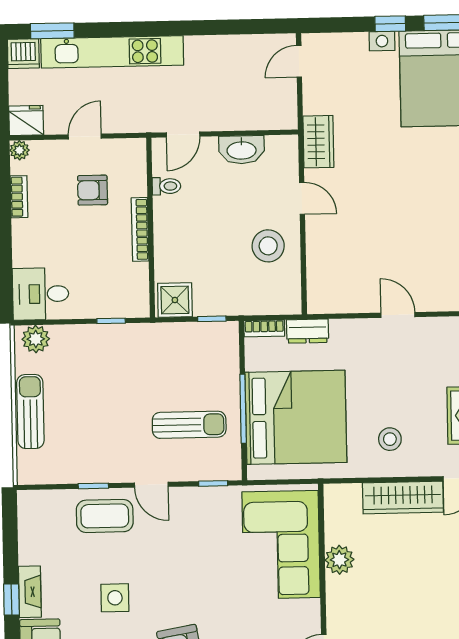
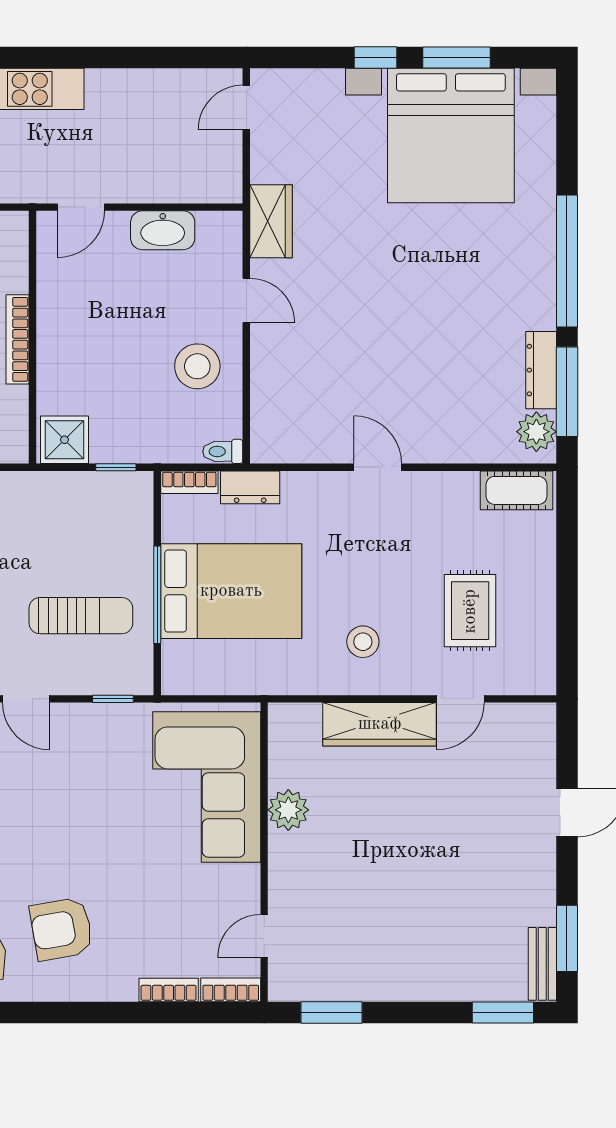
toilet: (166, 186) -> (223, 451), moved, turned 180
bed: (296, 417) -> (231, 591), width x0.73

